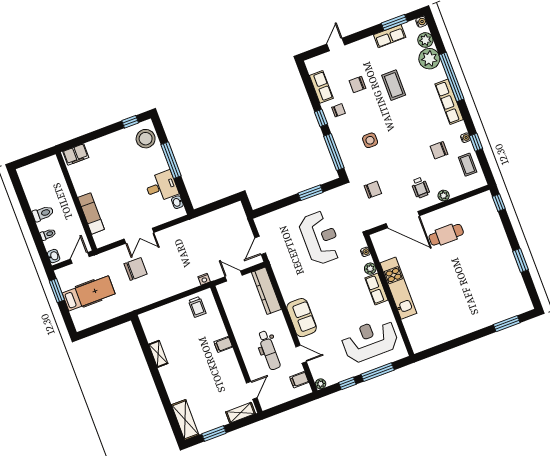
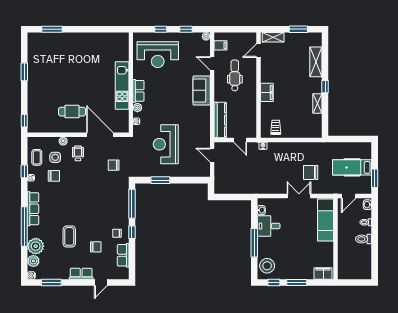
row of seats: (390, 36) -> (81, 274), moved
window: (103, 132) -> (297, 282), added
side table: (370, 140) -> (55, 157), moved
exam couch: (91, 213) -> (326, 220), width x1.36, depth x1.45
door: (260, 245) -> (212, 155), swing flipped
filing cabinet: (223, 344) -> (267, 92), width x2.00
window: (378, 372) -> (161, 29), width x0.46
window: (157, 377) -> (325, 87), added
shelving: (185, 420) -> (316, 62), moved

